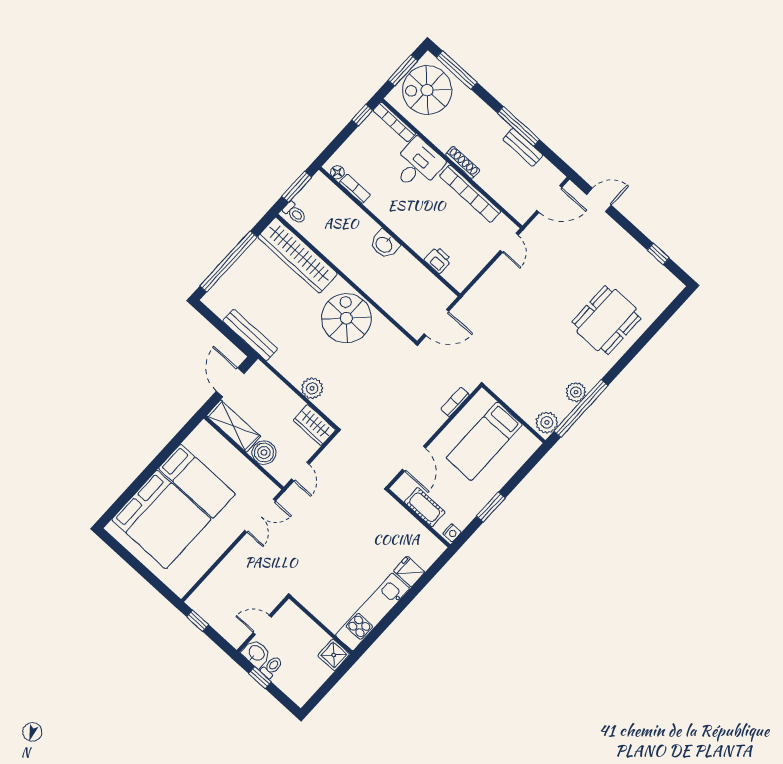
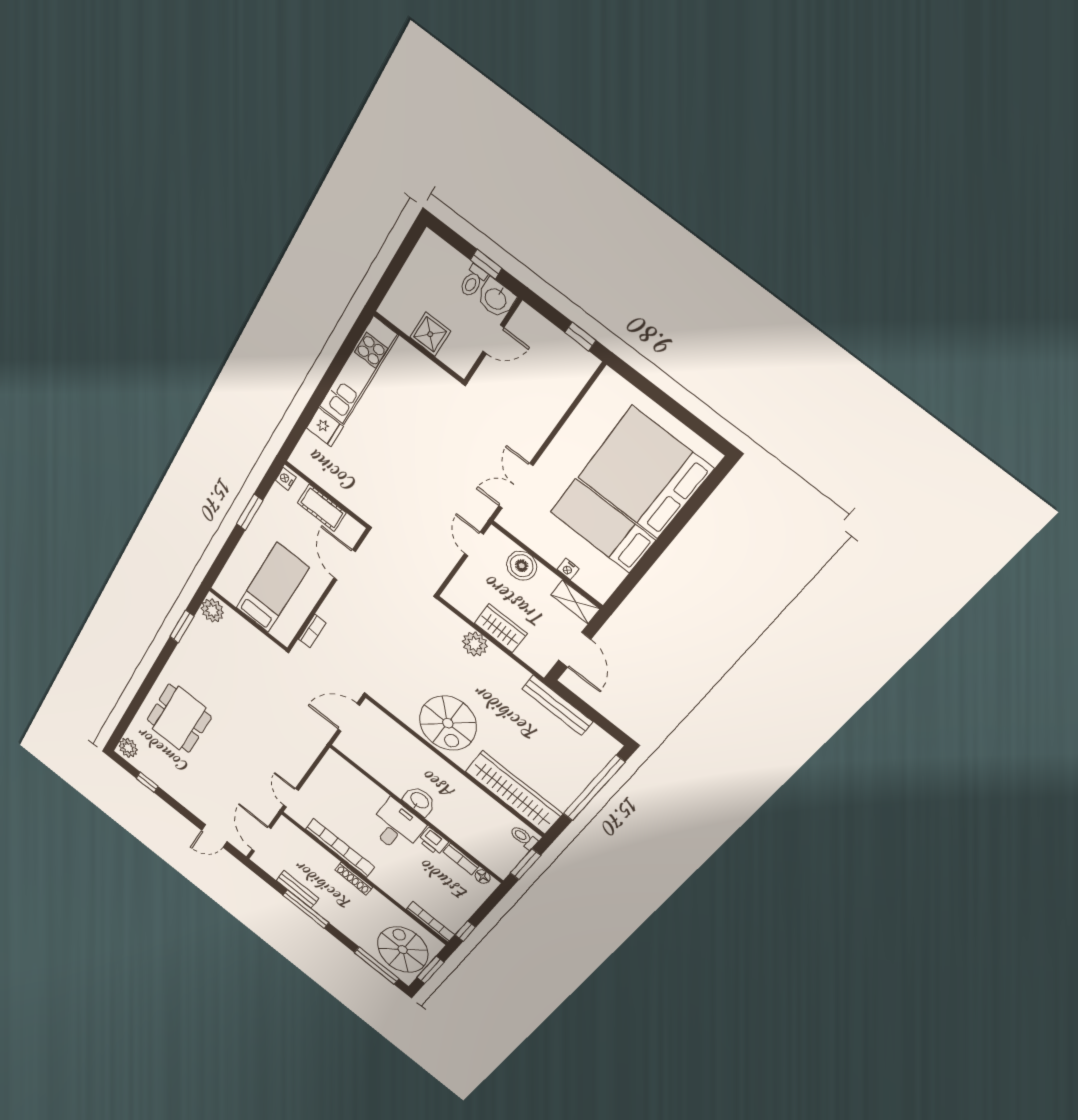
spiral stairs: (427, 90) -> (403, 950), turned -90
desk: (417, 165) -> (397, 826), moved, turned 180
door: (549, 199) -> (261, 839), hinge flipped
printer: (438, 260) -> (433, 841), moved
plant: (576, 392) -> (128, 748), moved
window: (581, 408) -> (182, 626), width x0.47
wardrobe: (314, 425) -> (501, 628), moved
shelving: (233, 426) -> (575, 602), width x0.67, depth x0.75
nightstand: (228, 449) -> (568, 569), added
shower: (334, 655) -> (430, 334), moved

